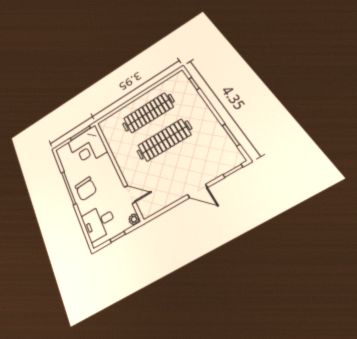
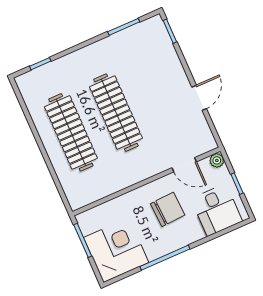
corner desk: (87, 147) -> (116, 250), moved, turned -90
chair: (86, 189) -> (168, 209), moved
door: (197, 191) -> (199, 98), moved
door: (130, 194) -> (184, 165), swing flipped

